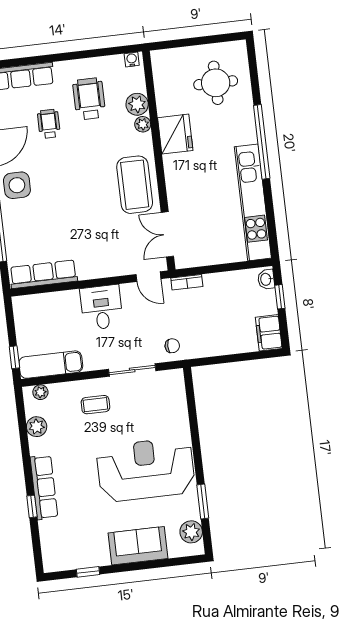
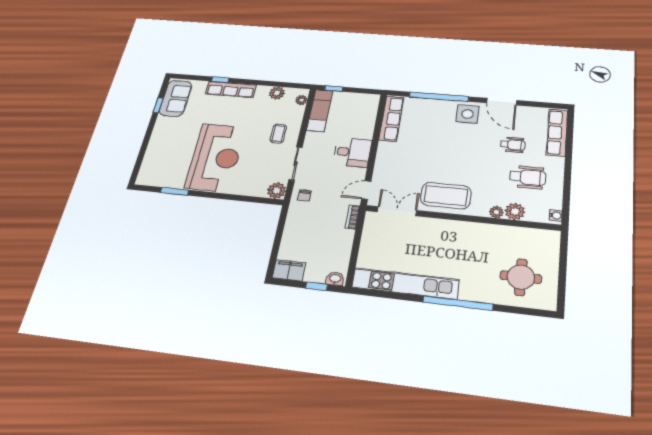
fridge: (175, 134) -> (482, 235), removed
plant: (191, 532) -> (277, 191), moved
sofa: (138, 546) -> (176, 98), moved

